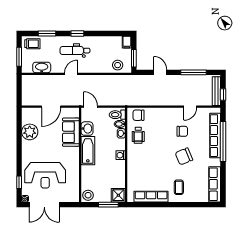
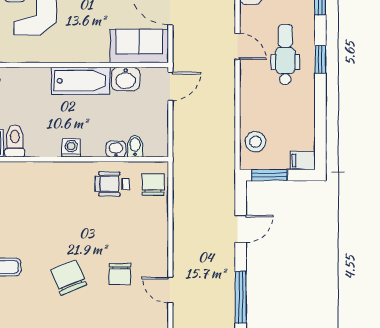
toilet: (117, 115) -> (15, 141), moved
sofa: (71, 132) -> (139, 46), moved

